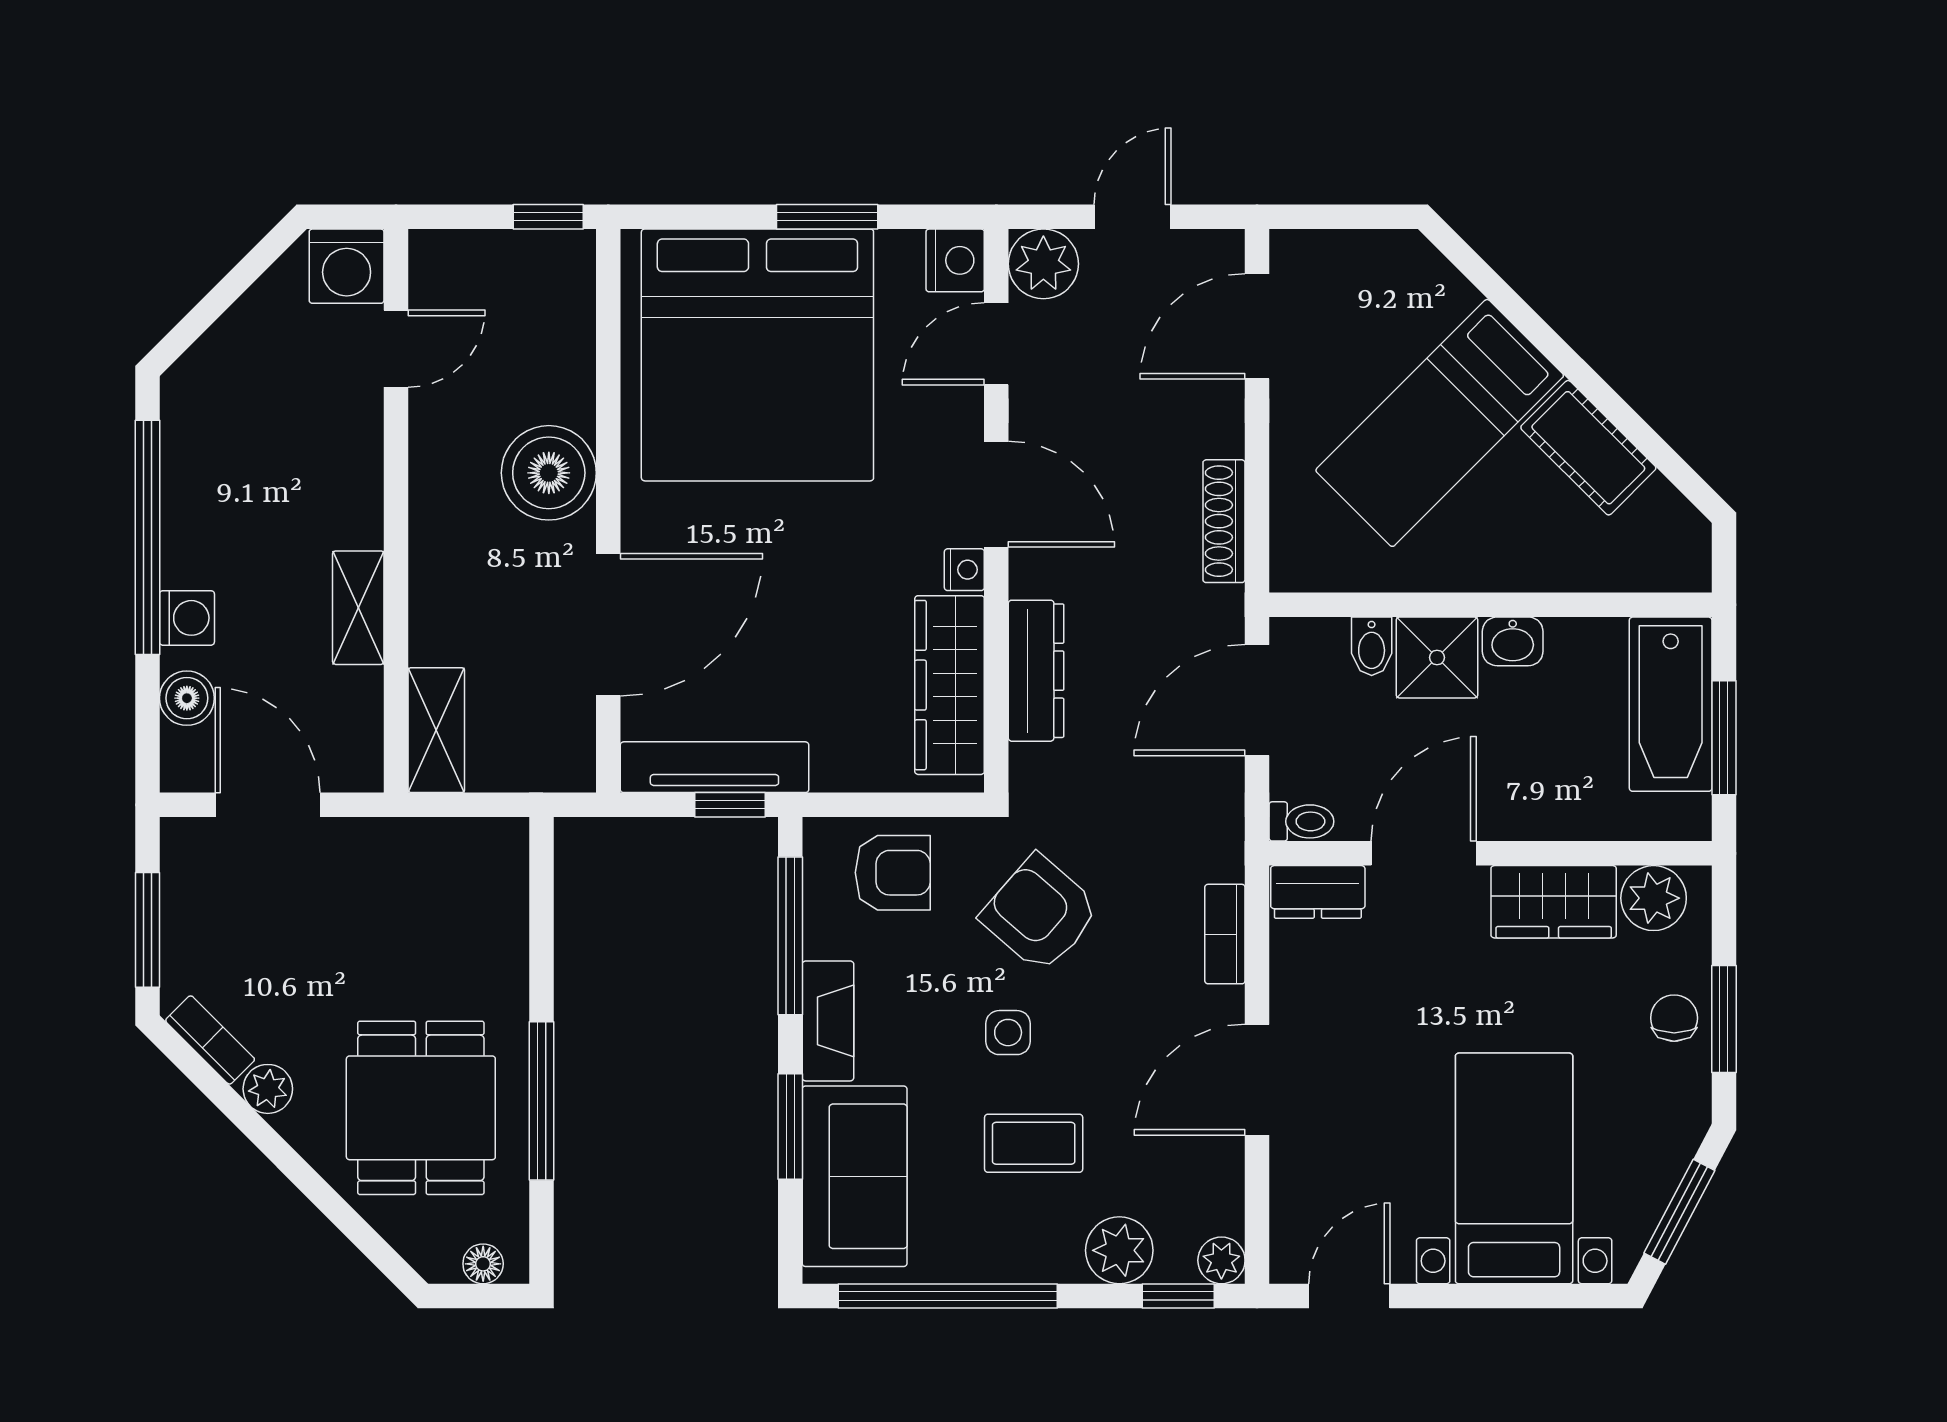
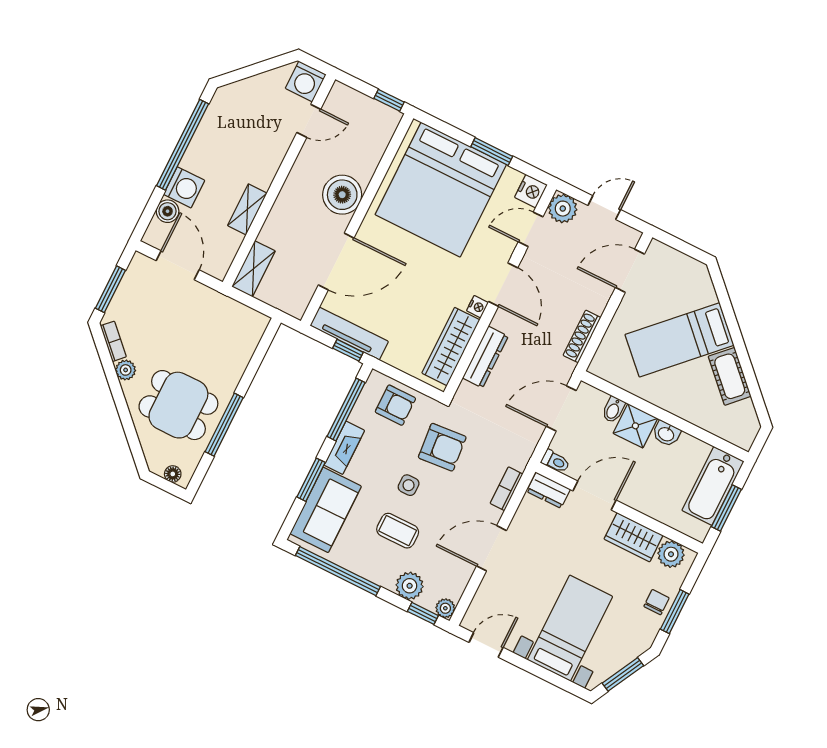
washing machine: (187, 618) -> (184, 187), width x1.38, depth x1.38
armchair: (1040, 913) -> (442, 447), turned 134
dining table: (421, 1108) -> (178, 405), turned 90

